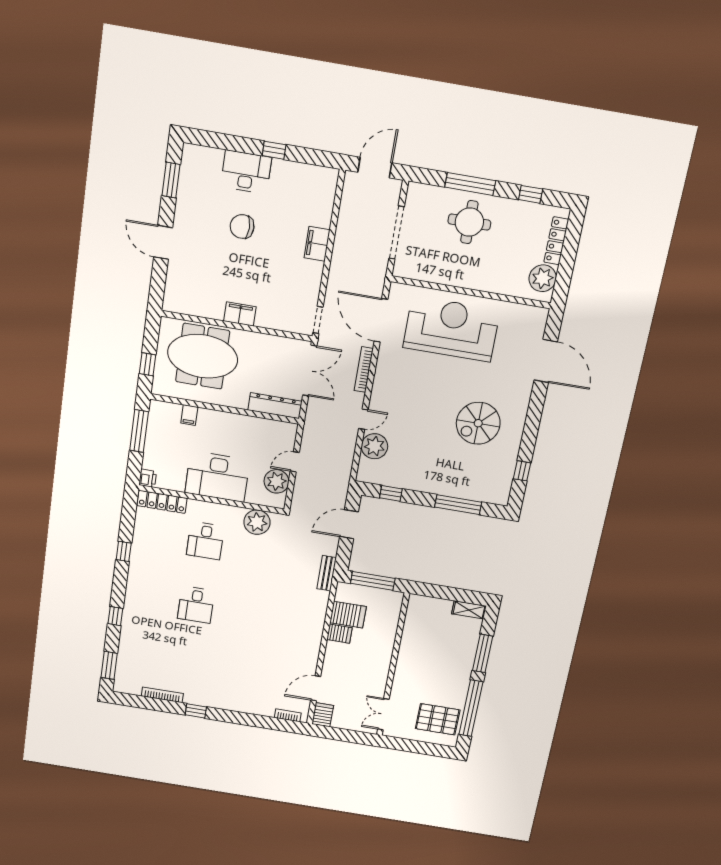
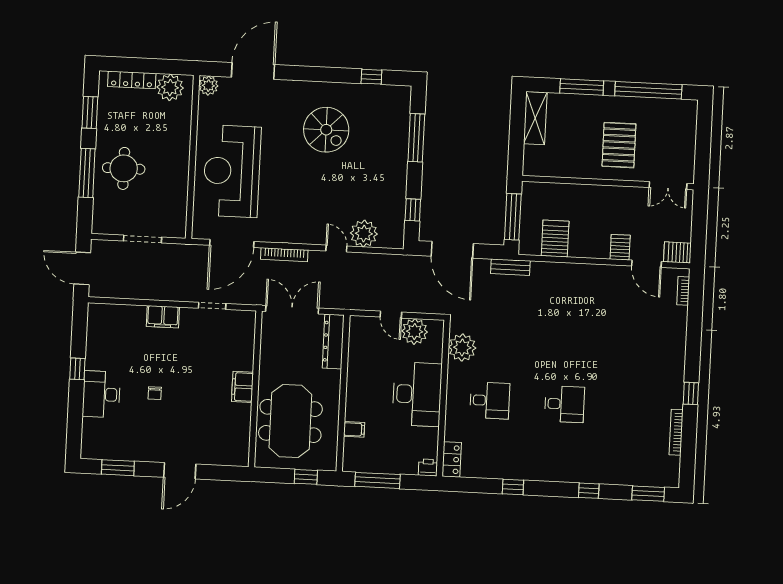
window: (531, 194) -> (90, 112), width x1.50
chair: (242, 226) -> (155, 393), width x0.54, depth x0.54
doorway: (397, 233) -> (142, 239), width x0.73
plant: (538, 316) -> (208, 86), added
doorway: (318, 320) -> (212, 306), moved
locker: (162, 502) -> (452, 459), width x0.66
door: (349, 524) -> (452, 250), width x1.36
shelving: (469, 610) -> (535, 118), width x1.50, depth x1.33
server rack: (339, 634) -> (620, 247), moved
pallet: (438, 719) -> (619, 145), moved

